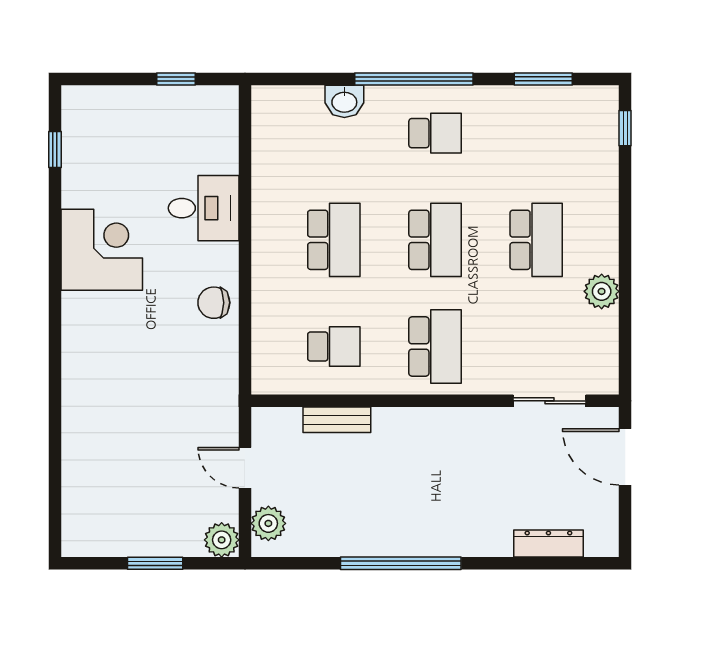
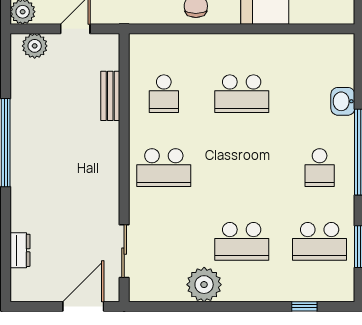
window: (625, 128) -> (304, 306), moved
school desk: (435, 240) -> (320, 241), moved
plant: (602, 291) -> (204, 285), width x1.36, depth x1.36
dresser: (548, 544) -> (20, 250), width x0.70

